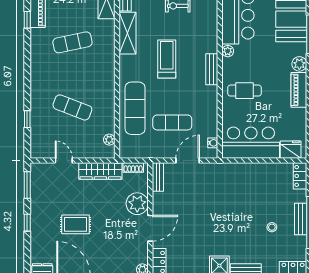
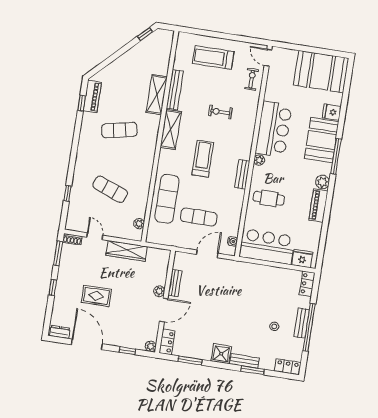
shoe rack: (133, 168) -> (72, 239), moved
bench: (158, 177) -> (175, 283), moved
plant: (137, 204) -> (159, 291), width x0.53, depth x0.53

